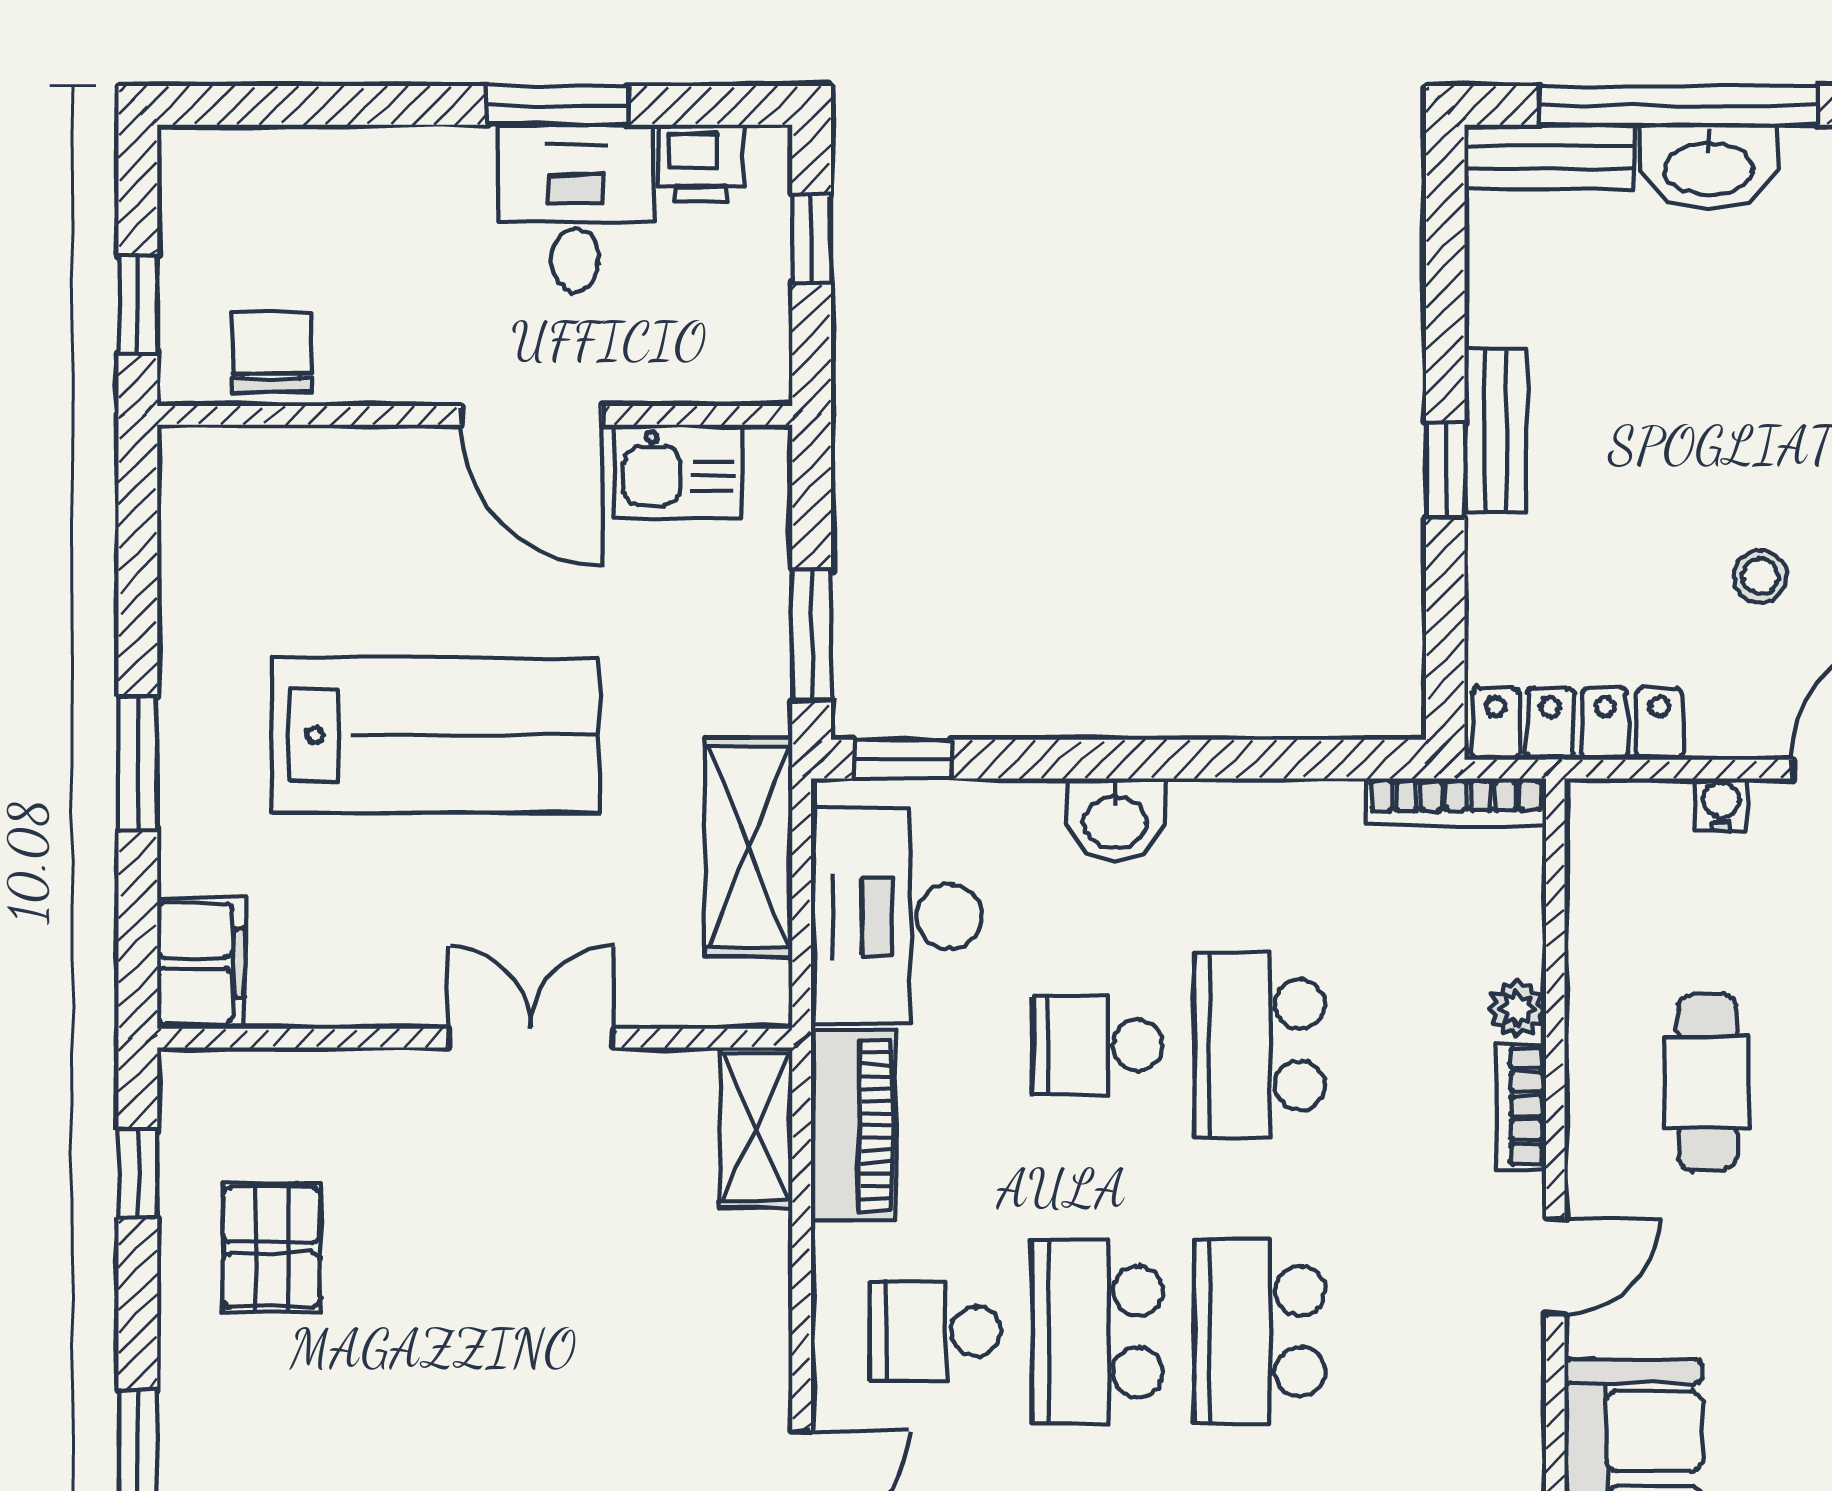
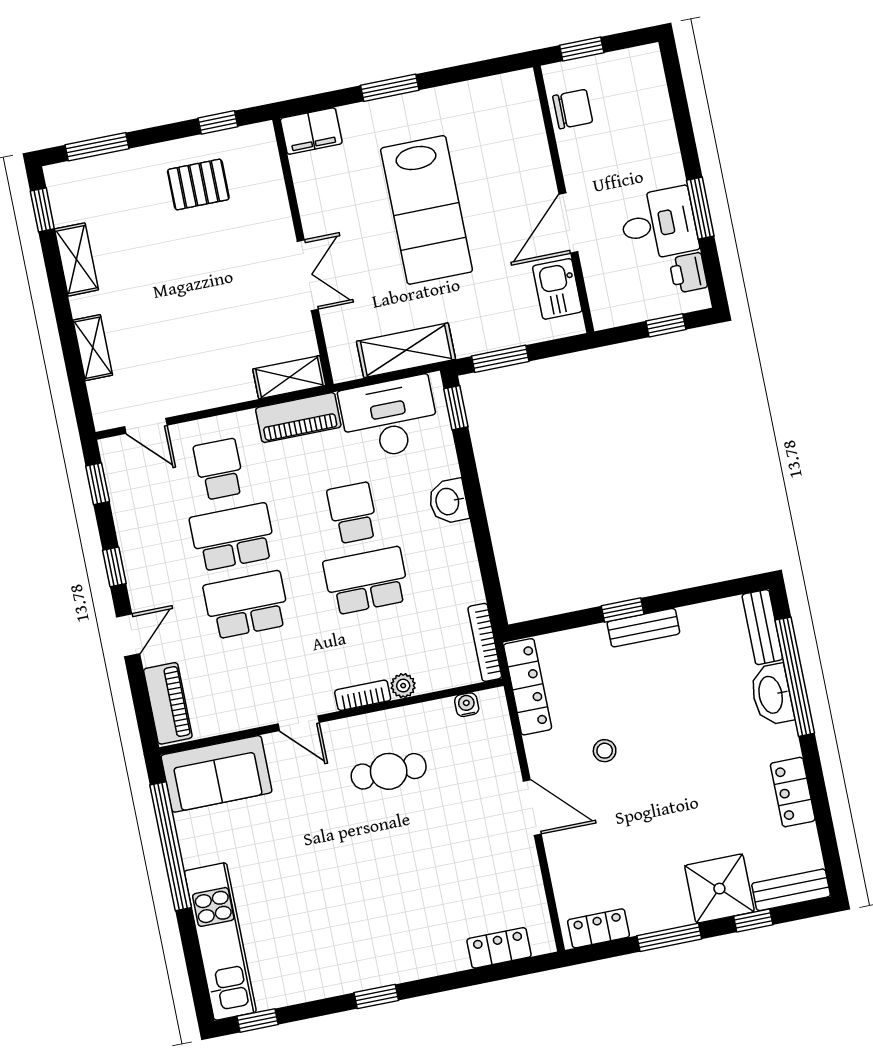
water cooler: (1721, 804) -> (467, 705), moved, turned -90

